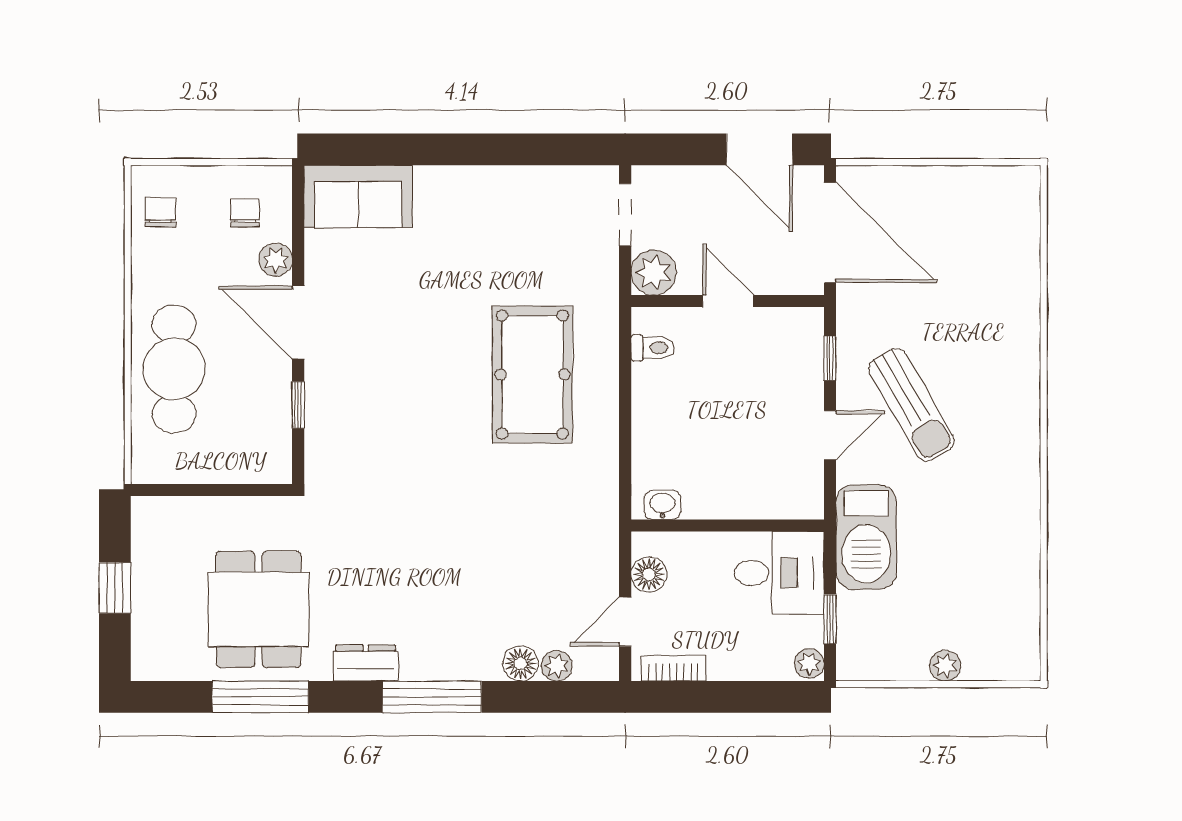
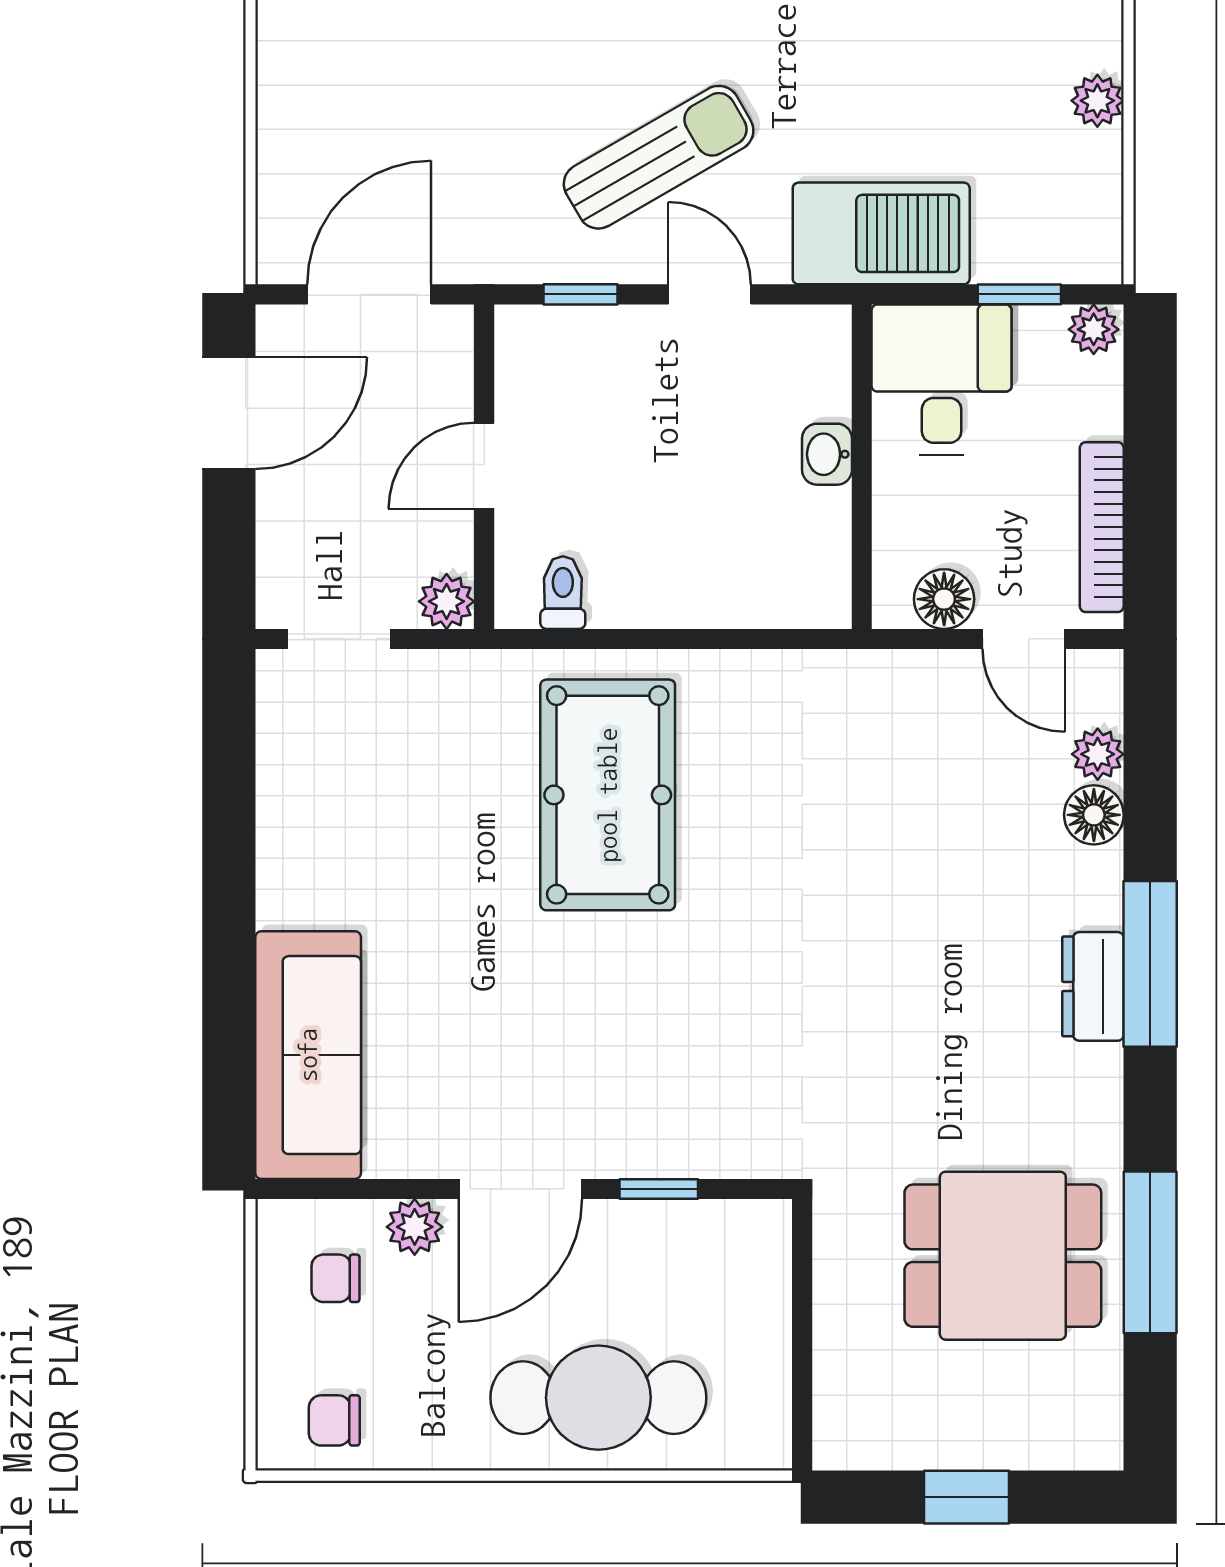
sofa: (358, 196) -> (308, 1055), width x1.36
door: (830, 233) -> (369, 294), width x0.73
plant: (654, 273) -> (447, 601), width x0.73, depth x0.73
pool table: (532, 374) -> (608, 795), turned 90
washbasin: (663, 505) -> (827, 454), moved
dresser: (366, 663) -> (1093, 986), moved
bookcase: (673, 668) -> (1102, 527), width x1.56

